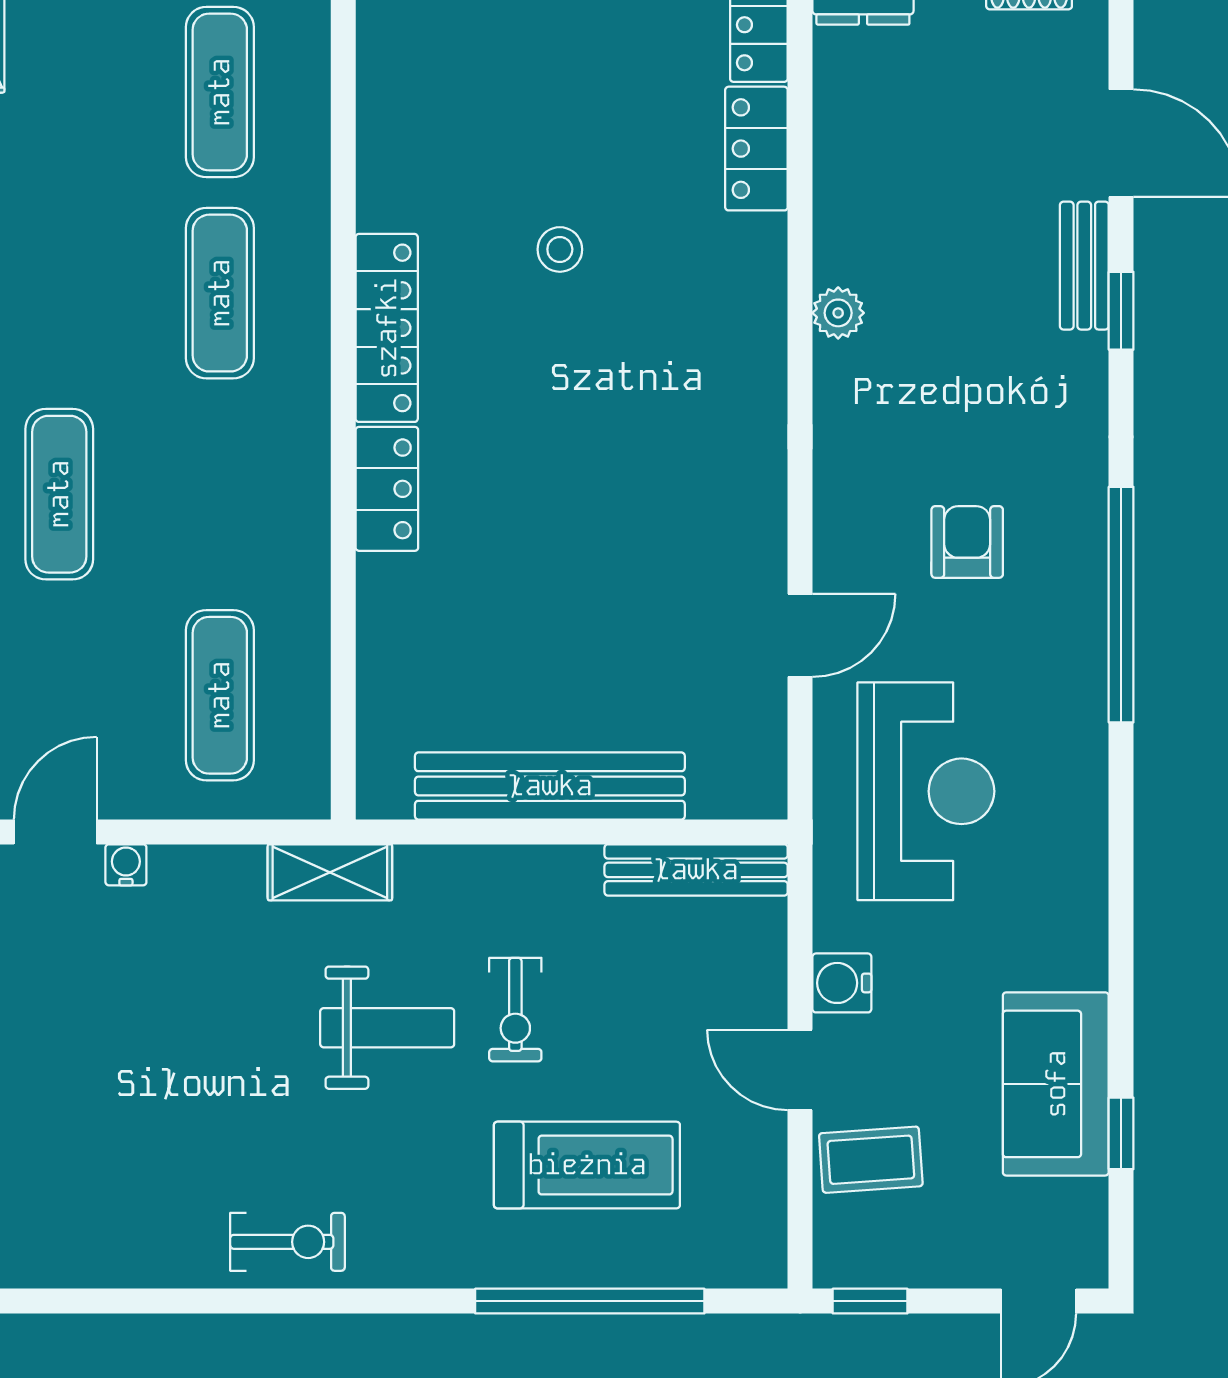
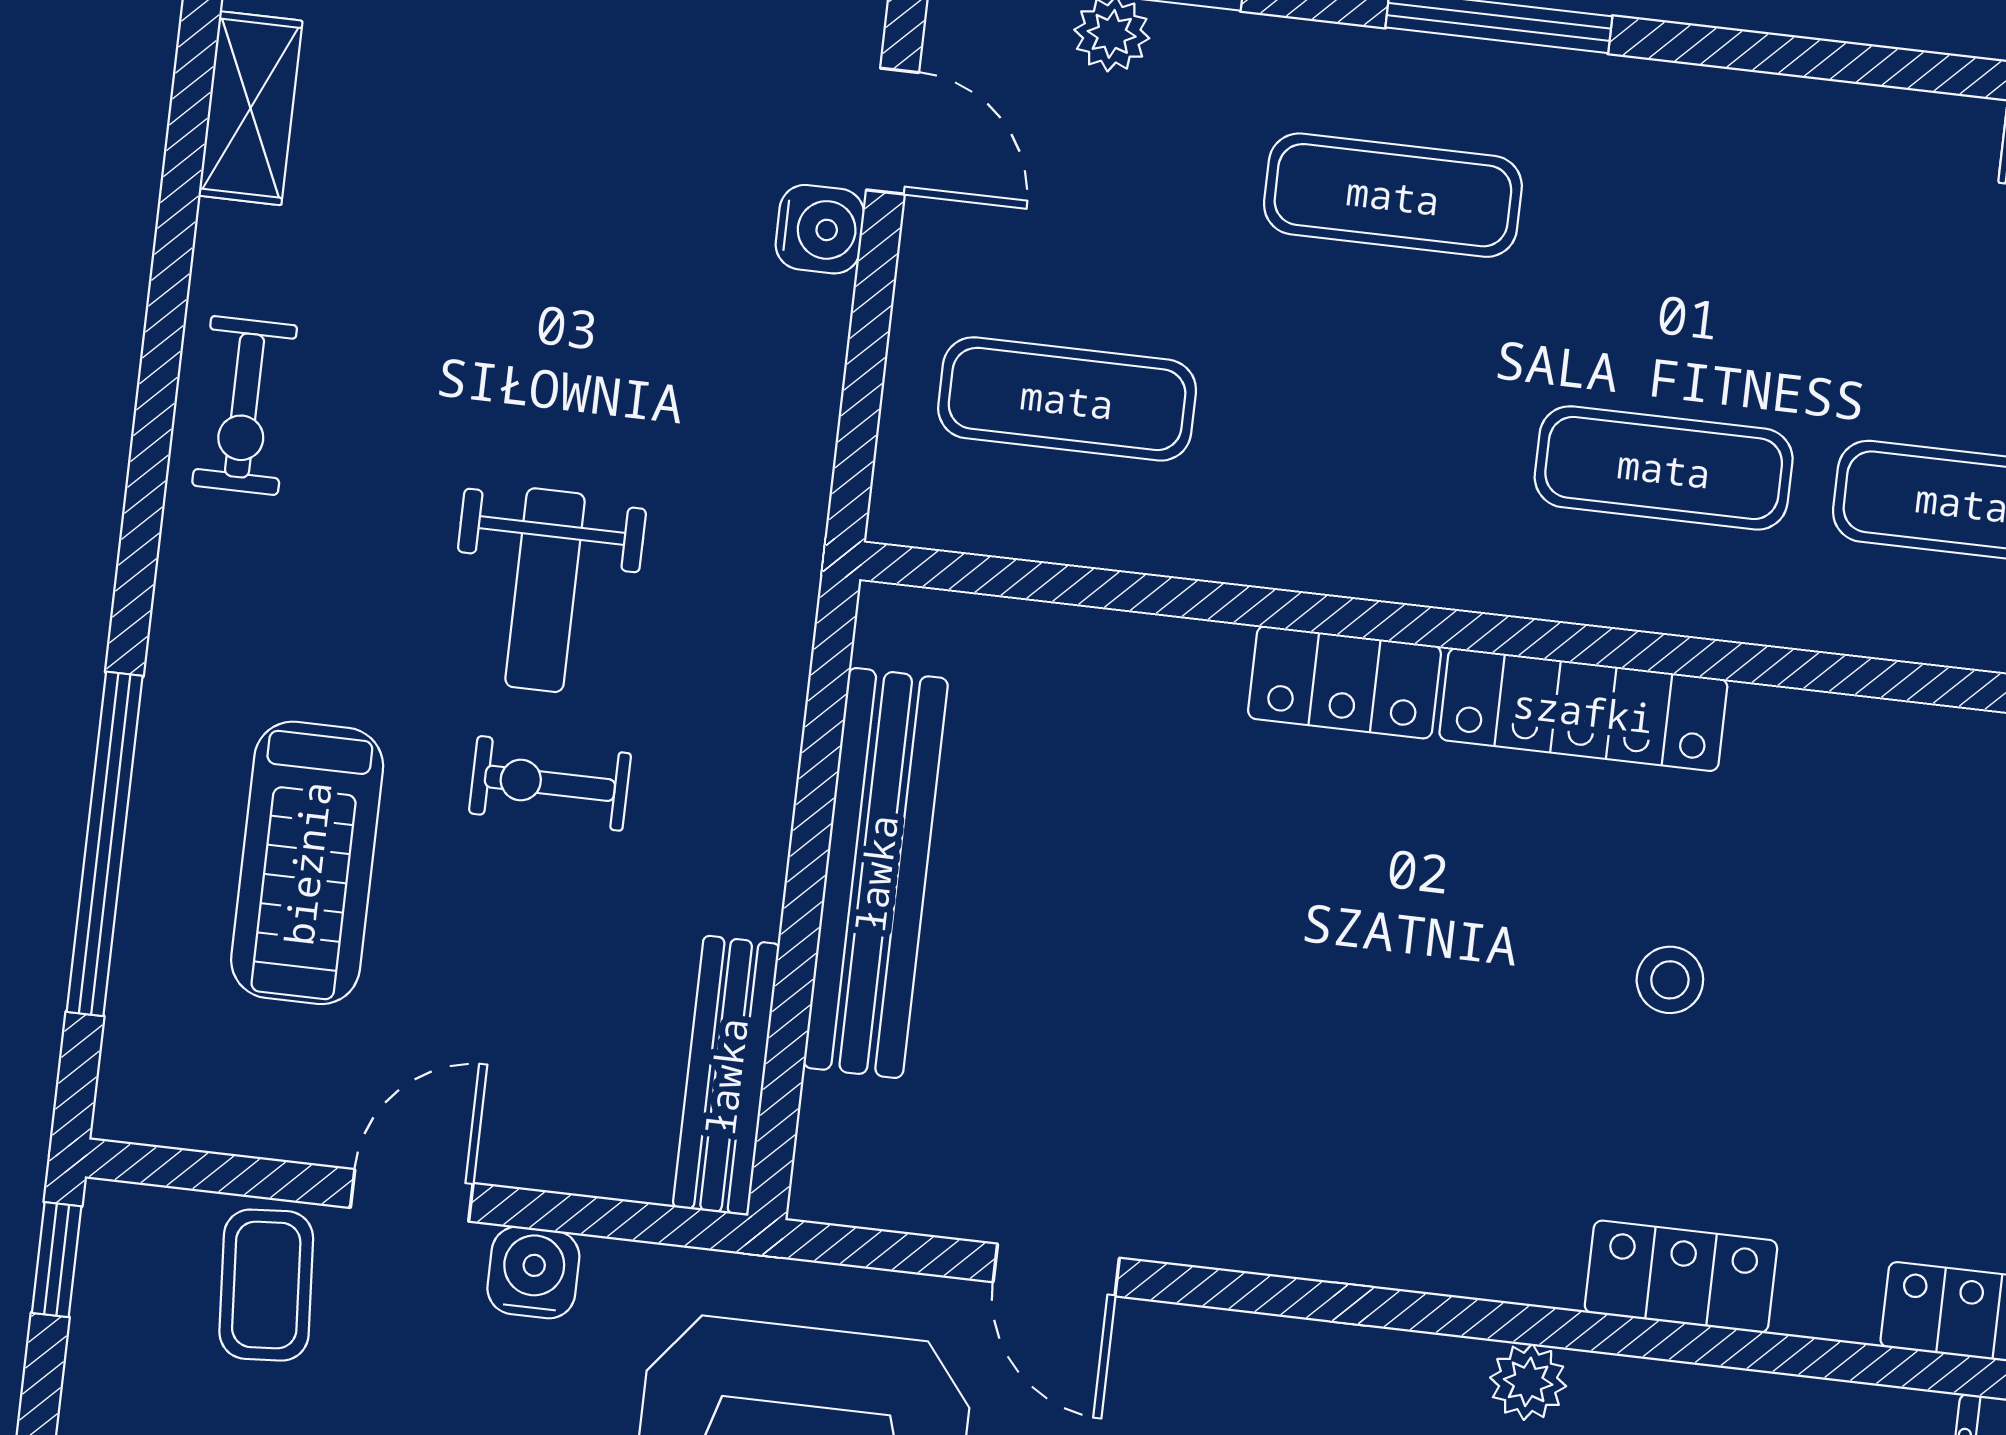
locker: (756, 149) -> (1681, 1277), moved
water cooler: (126, 865) -> (820, 229), width x1.38, depth x1.38
shelving: (330, 872) -> (250, 108), moved

